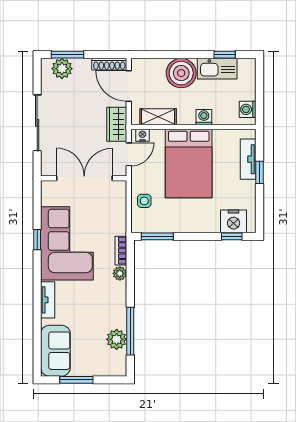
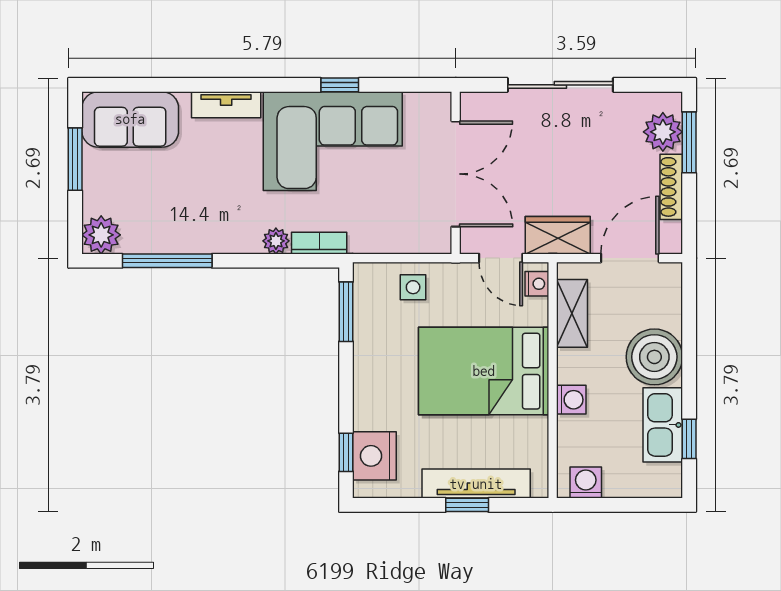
shoe rack: (109, 64) -> (671, 187), moved
tv unit: (248, 159) -> (476, 484), width x1.41
plant: (117, 339) -> (101, 235), moved

